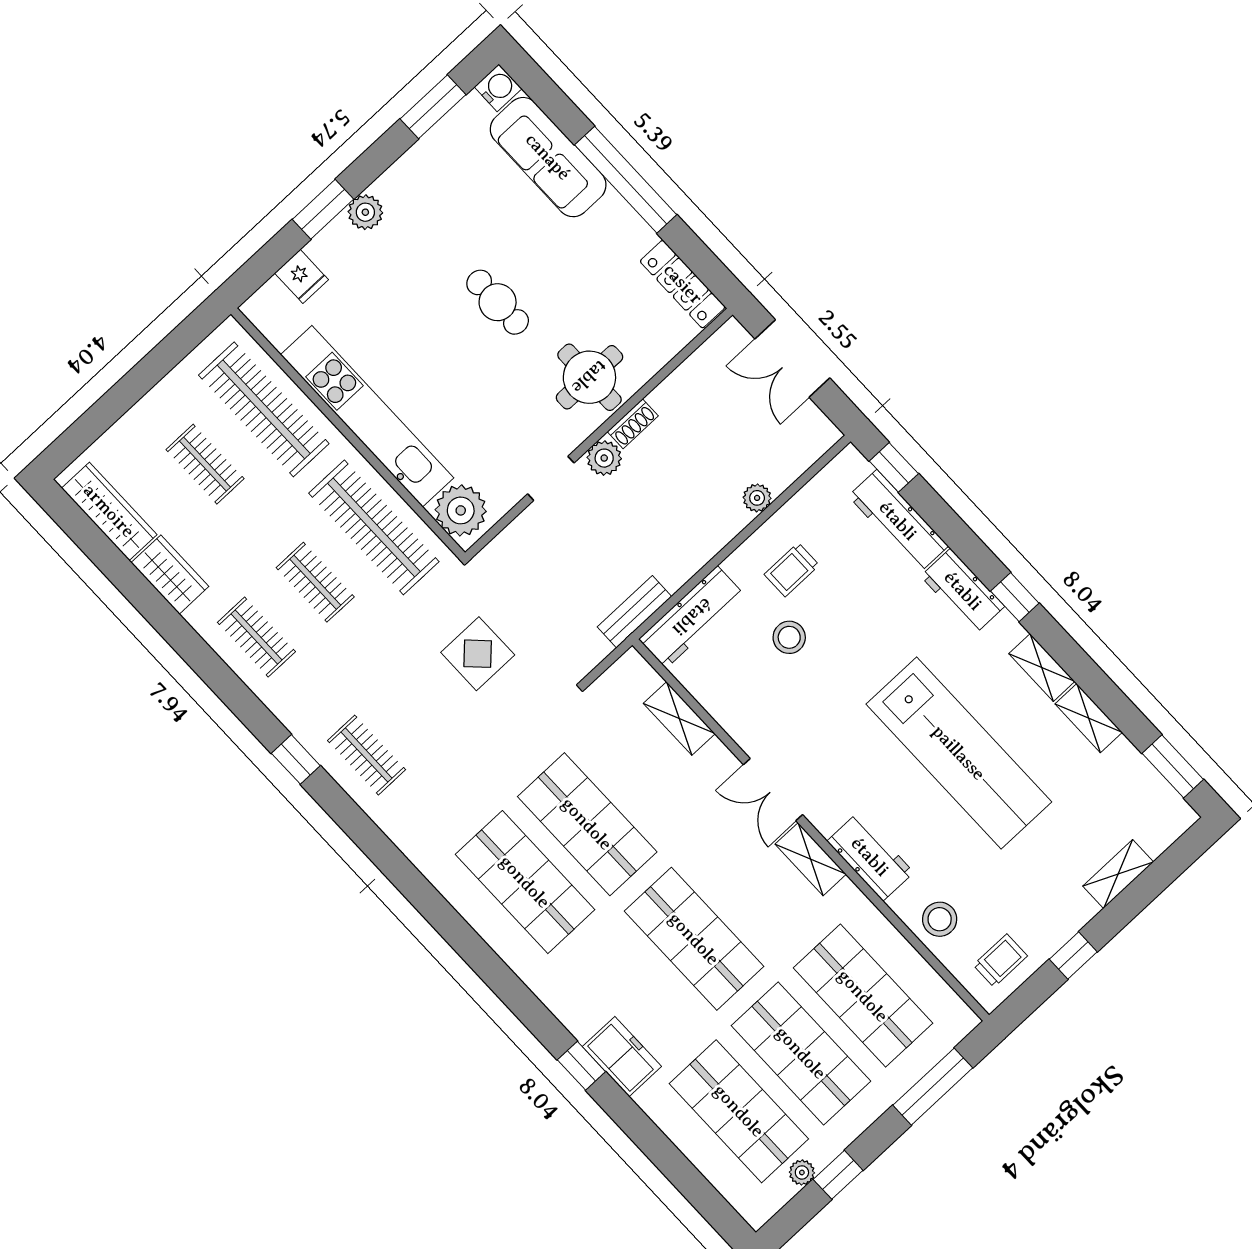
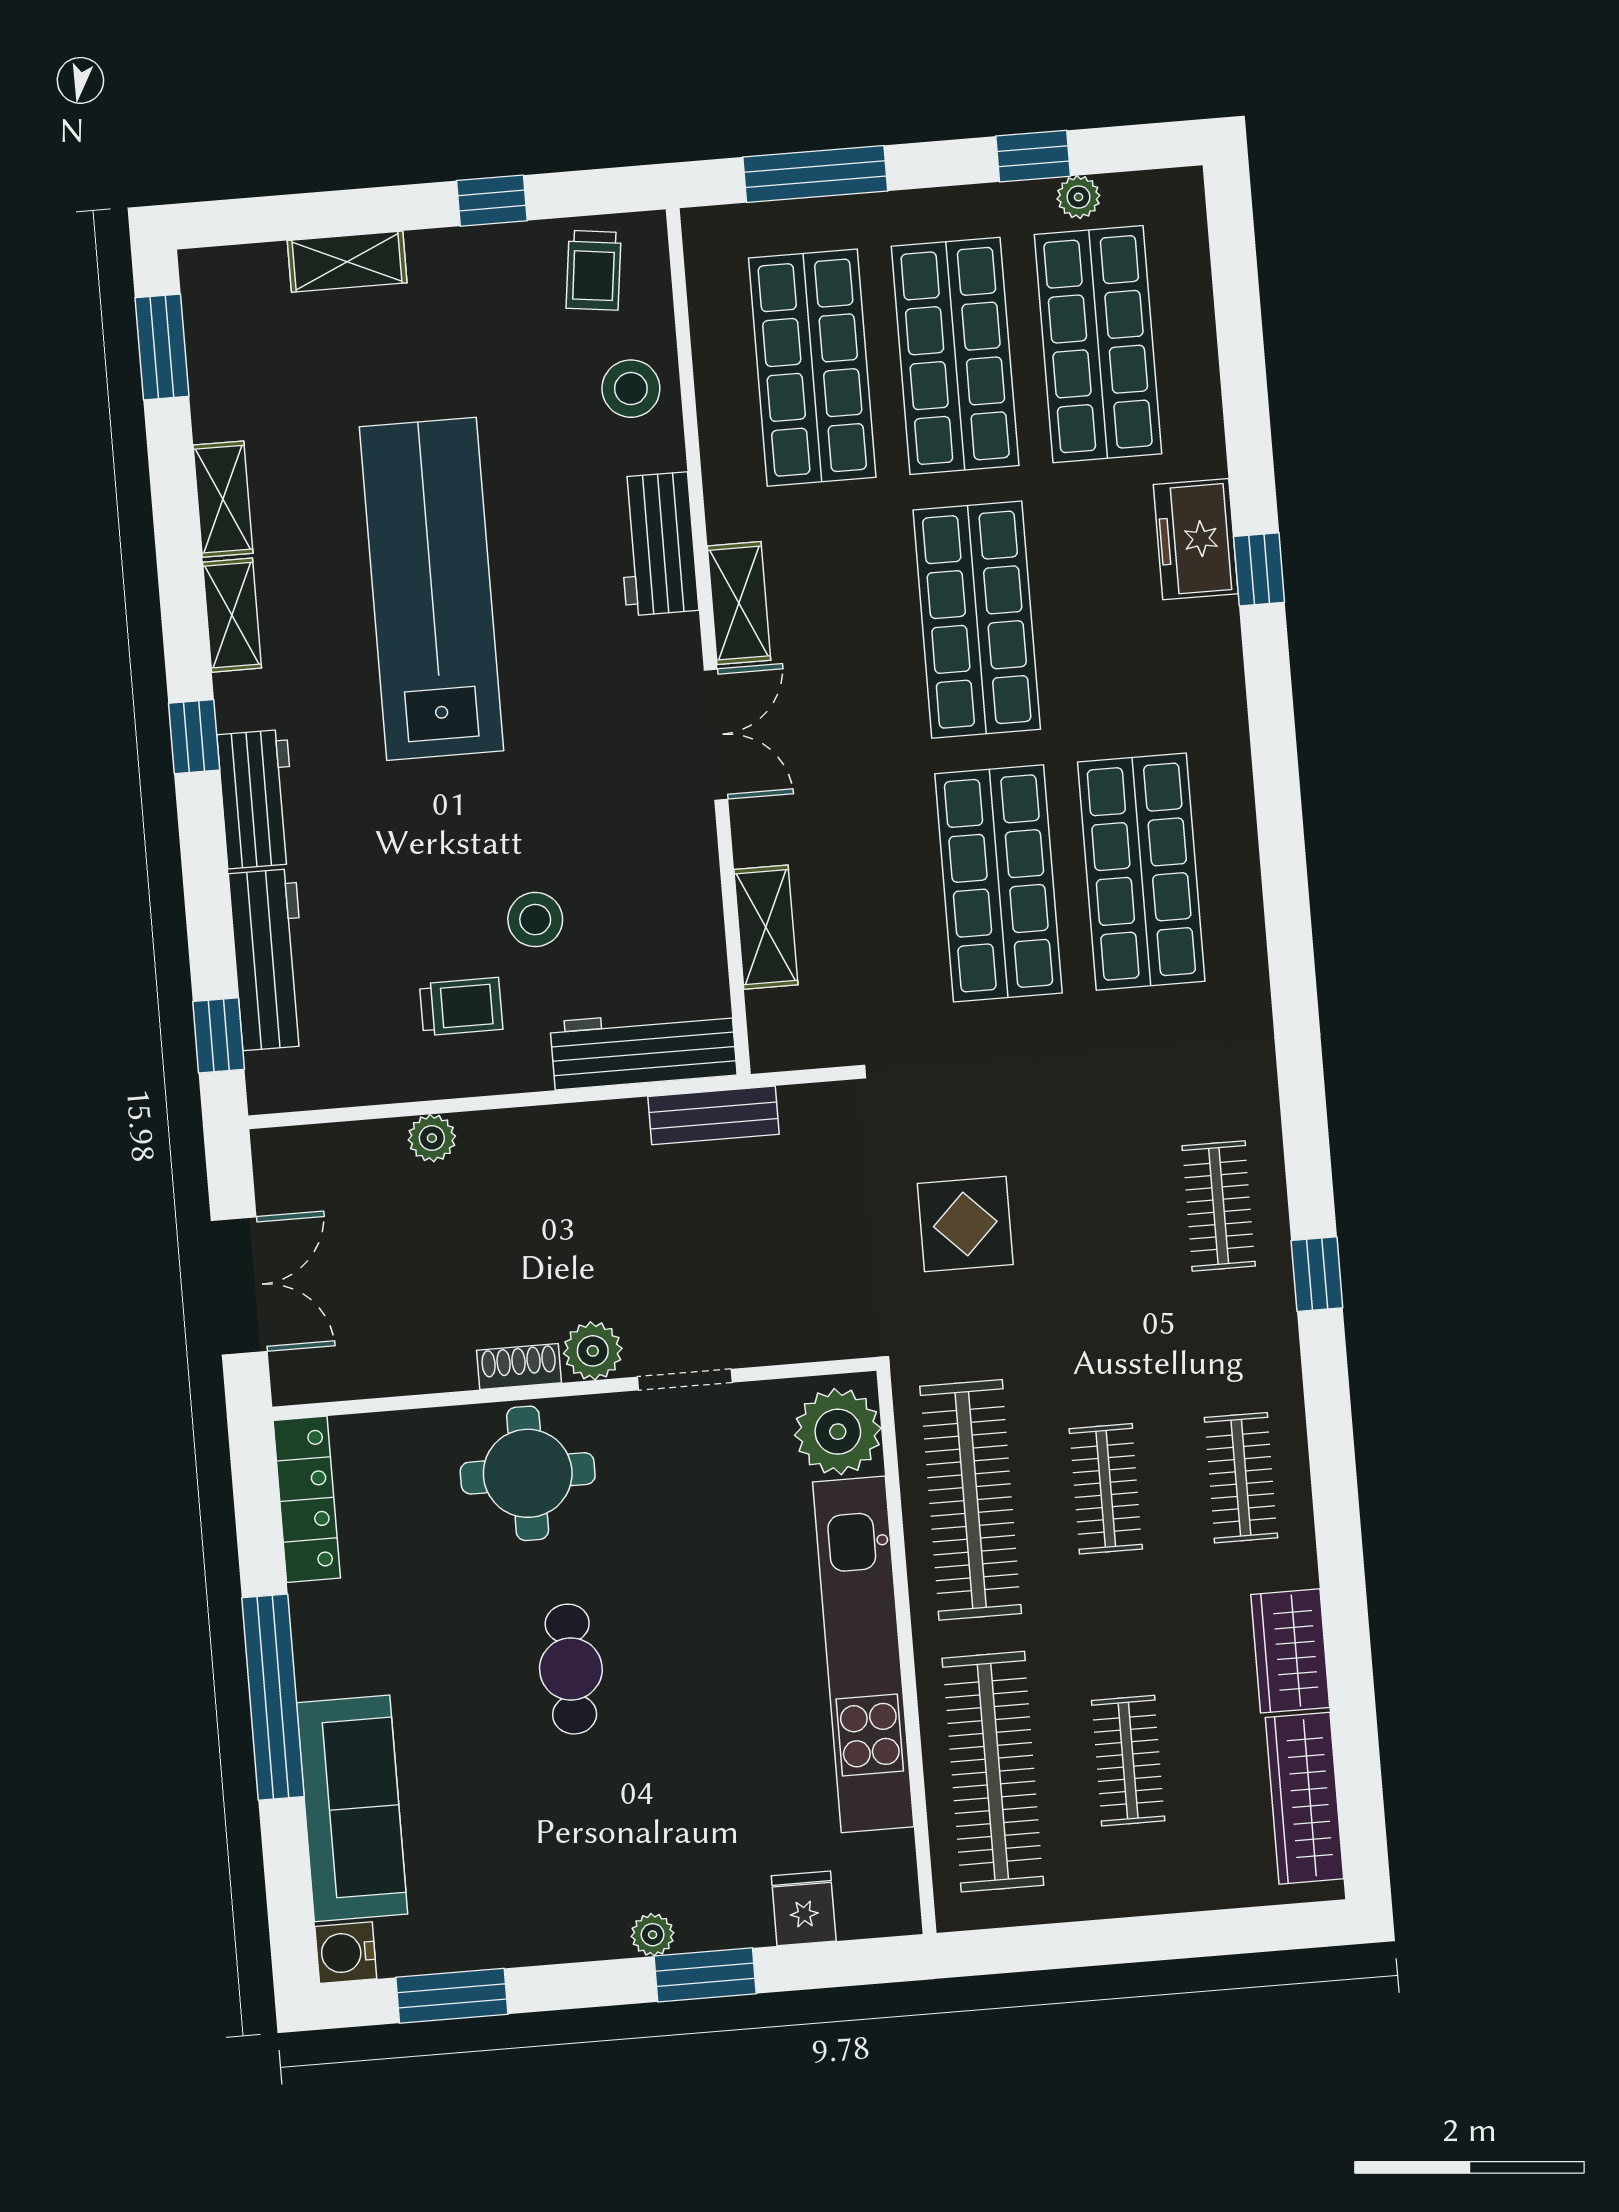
plant: (365, 212) -> (653, 1935), width x0.73, depth x0.73
trolley: (1000, 961) -> (594, 270), turned -83

